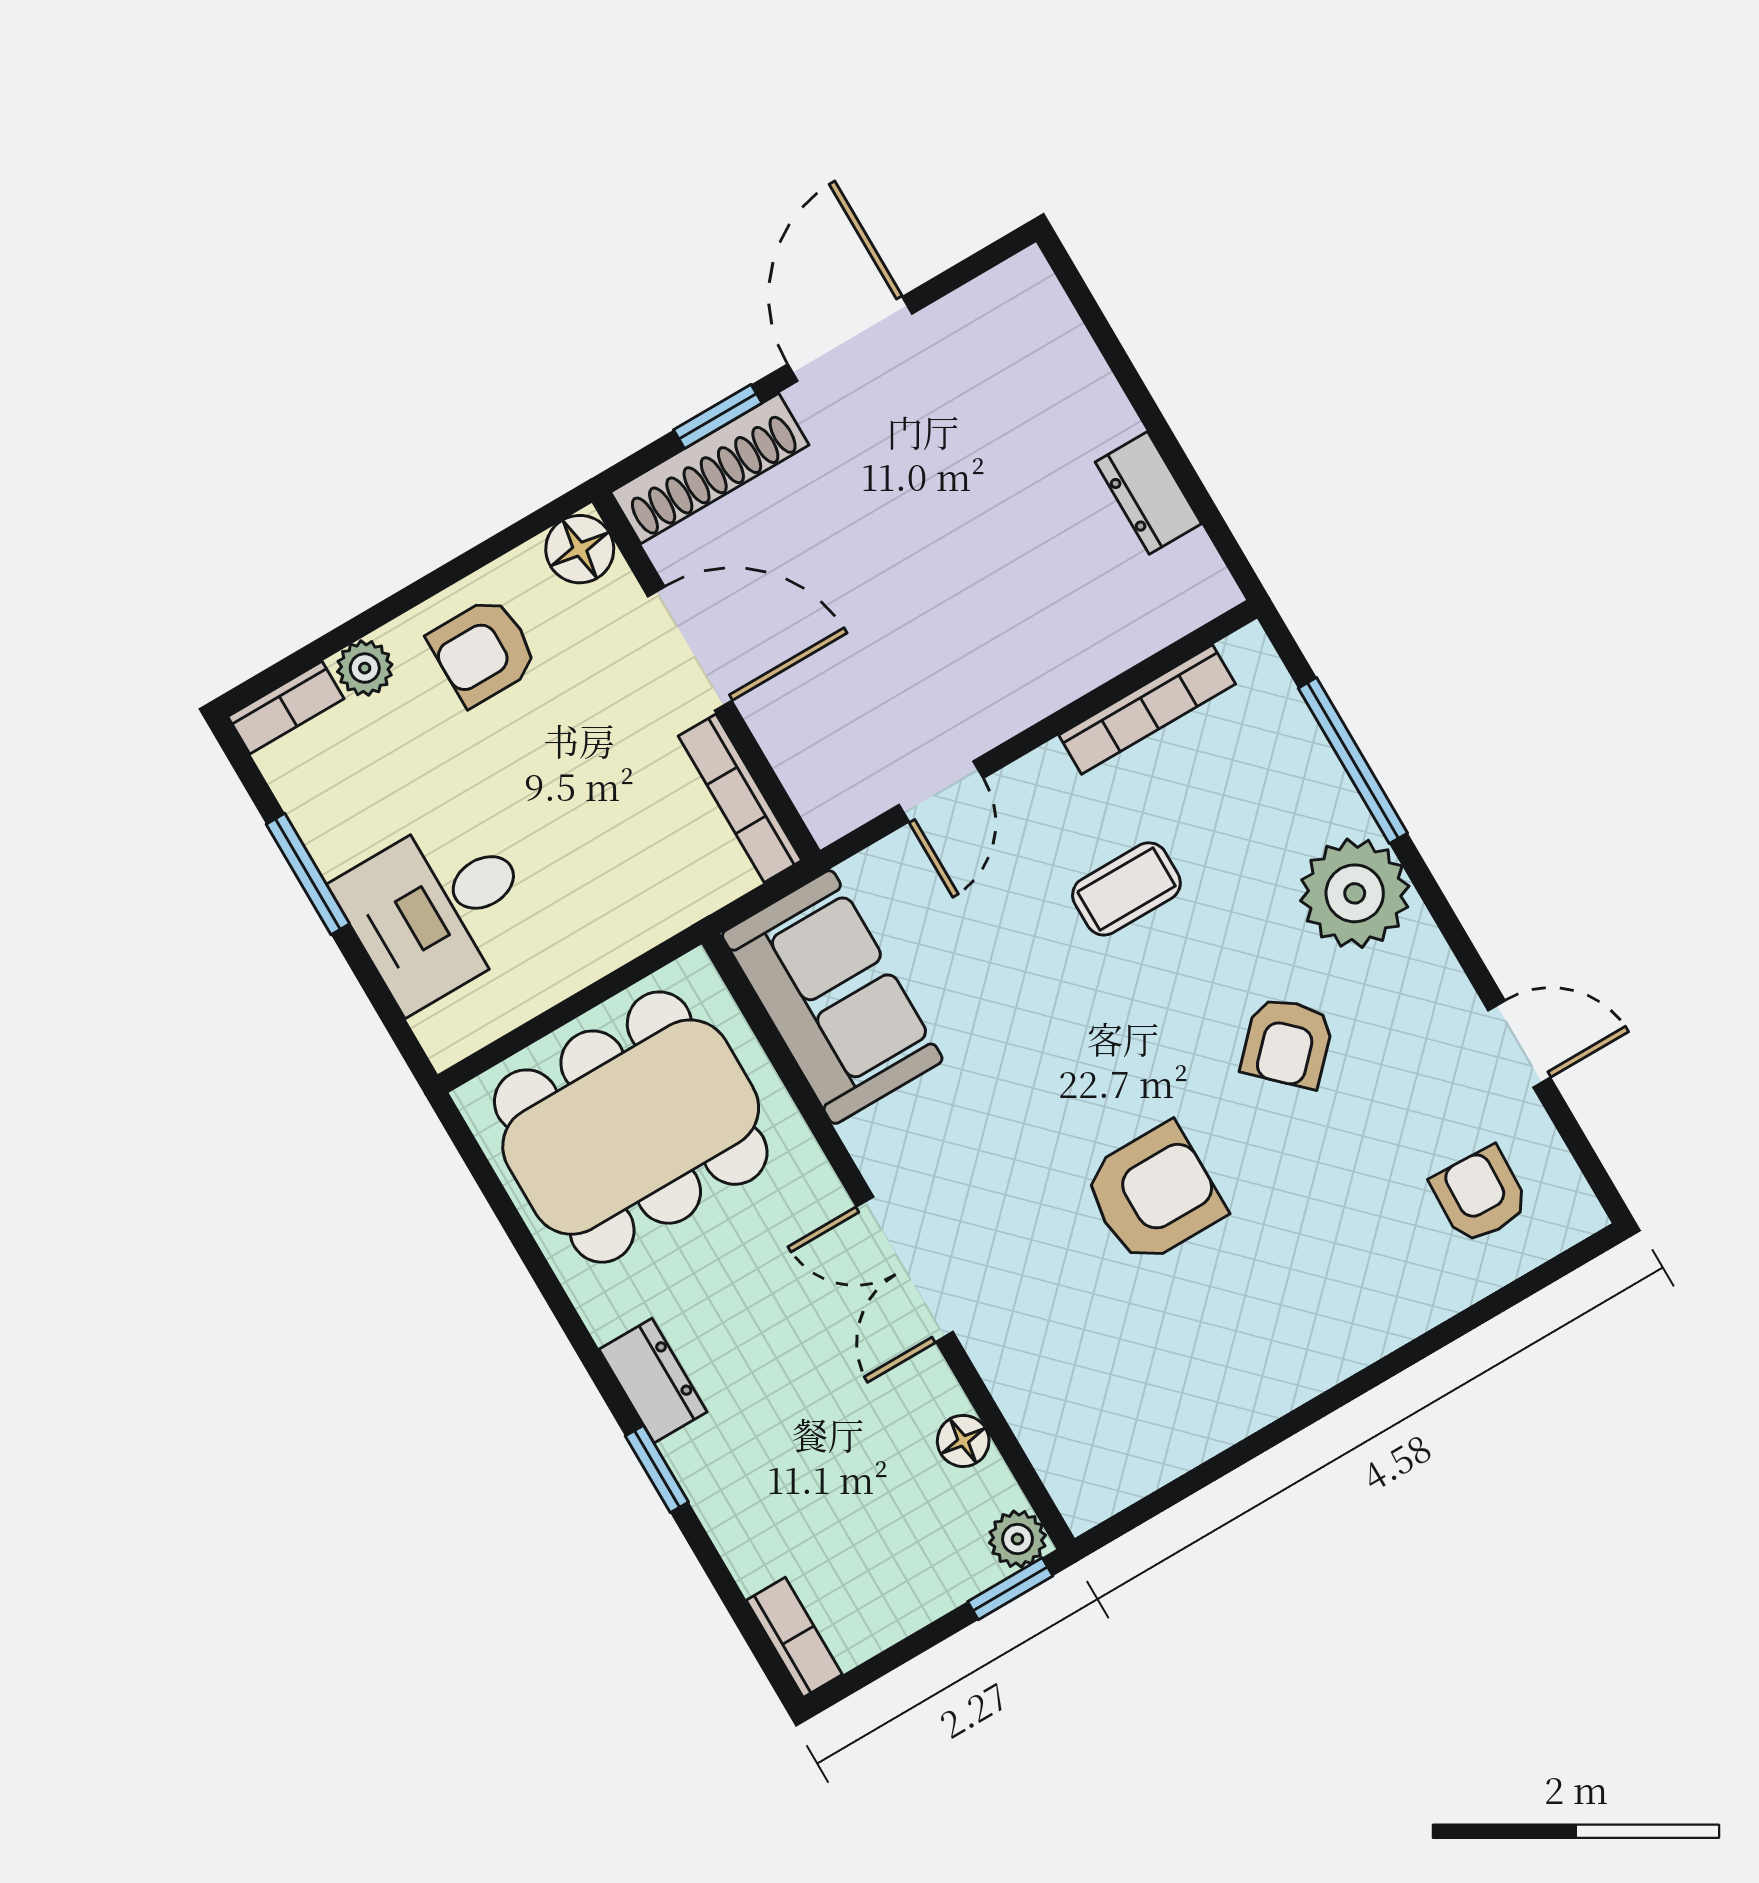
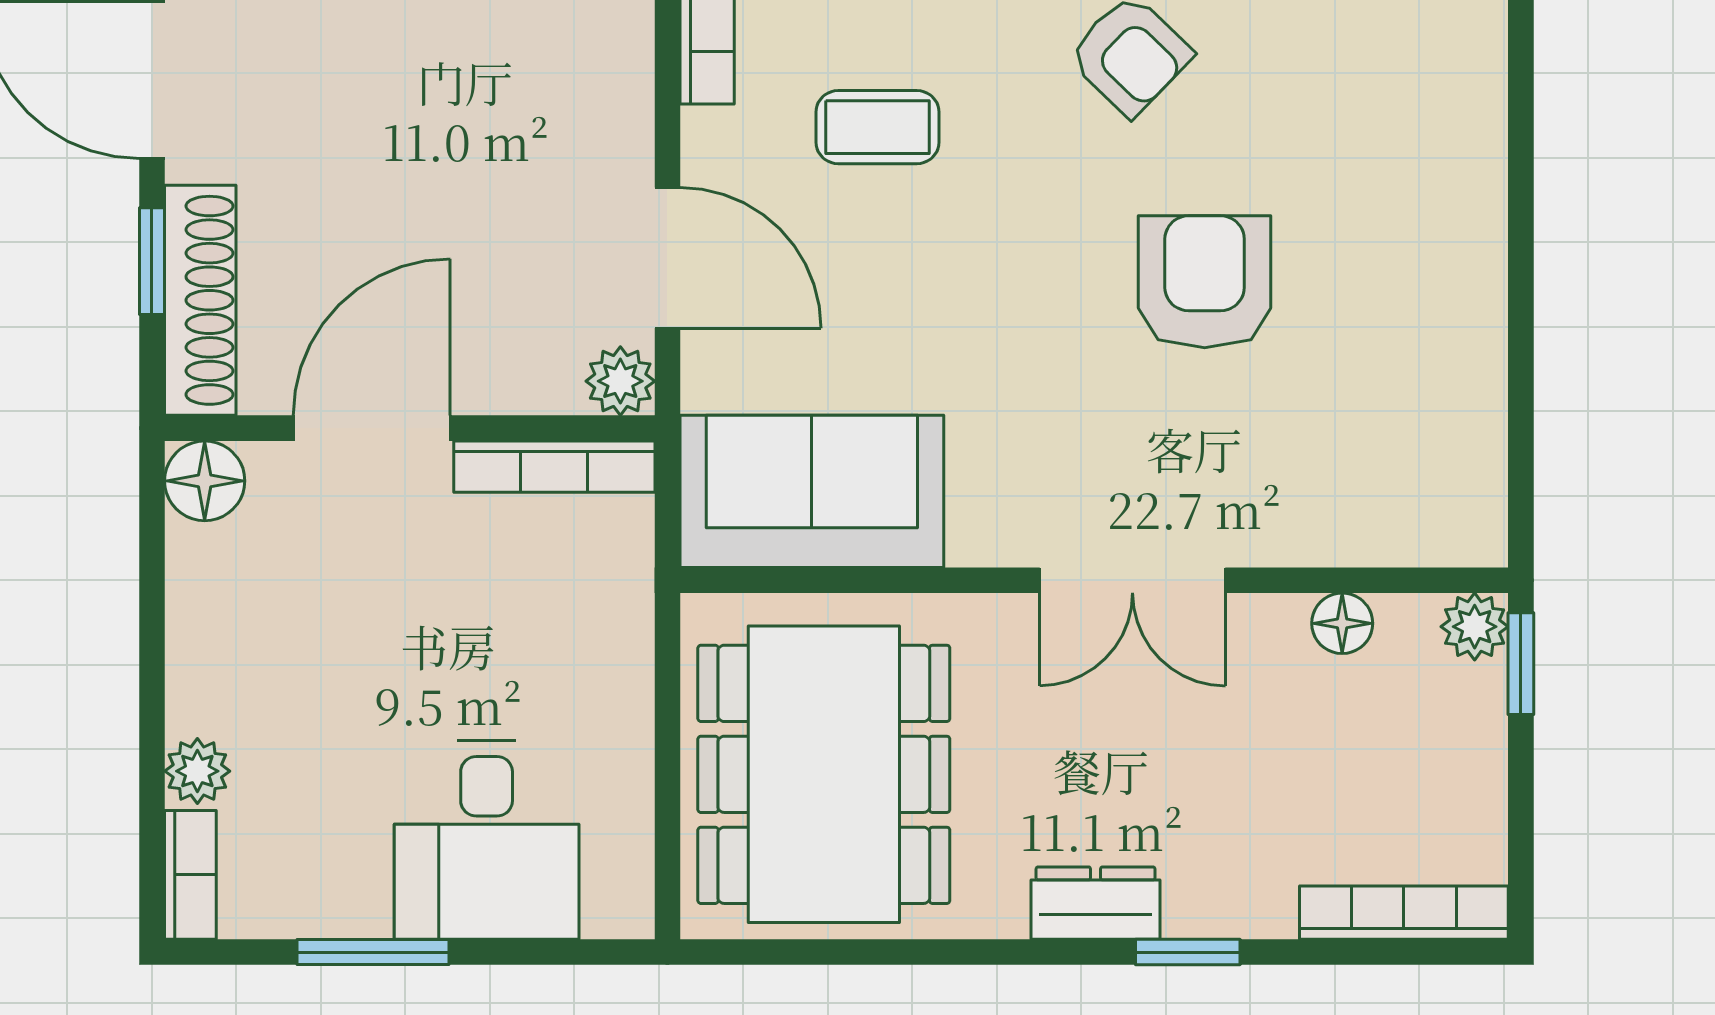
armchair: (483, 651) -> (251, 640), removed
door: (941, 791) -> (667, 258), width x1.38
plant: (831, 810) -> (620, 381), added
coffee table: (1126, 889) -> (878, 127), turned 90
bookcase: (794, 1637) -> (1404, 913), width x1.56

